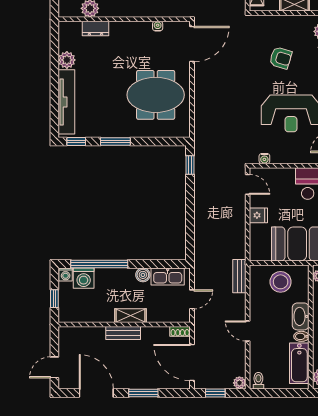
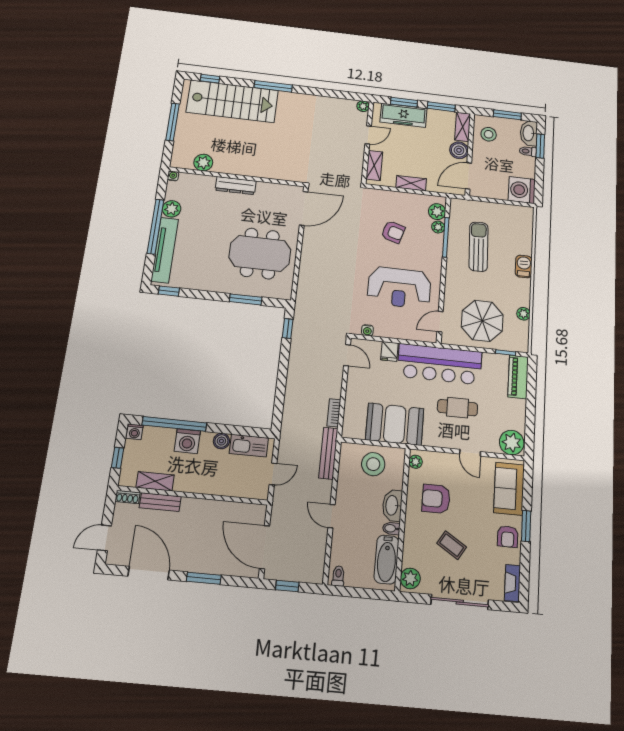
water cooler: (158, 26) -> (173, 176), moved
dresser: (95, 29) -> (236, 186), moved, width x1.44
window: (54, 80) -> (155, 227), added
window: (115, 142) -> (246, 299), moved
fridge: (258, 215) -> (389, 351), moved, turned 90
bookcase: (241, 239) -> (334, 413), added
bench: (239, 276) -> (328, 453), width x1.36
washing machine: (84, 278) -> (187, 441), moved
shelving: (131, 316) -> (155, 481), moved
shoe rack: (180, 331) -> (128, 497), moved
bench: (123, 333) -> (160, 502), moved
plant: (239, 383) -> (316, 576), removed

